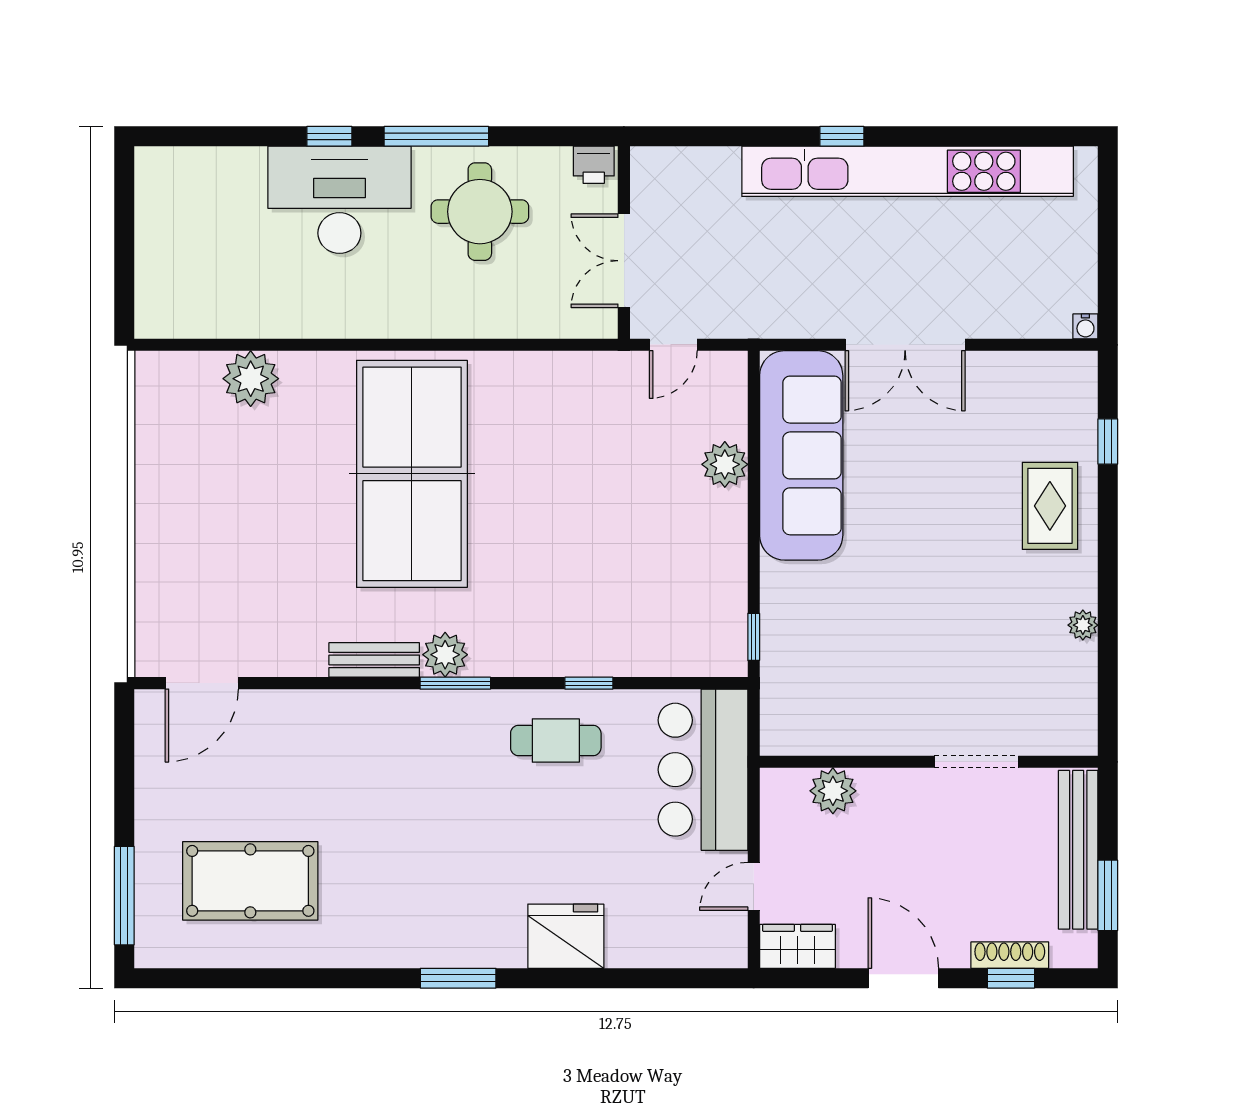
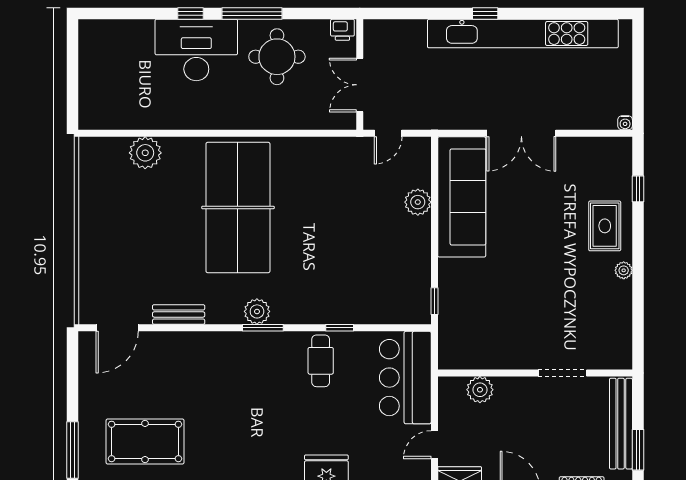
plant: (1083, 625) -> (624, 270), moved
bench: (374, 660) -> (179, 314), moved
cafe table: (556, 740) -> (321, 361), turned 90

